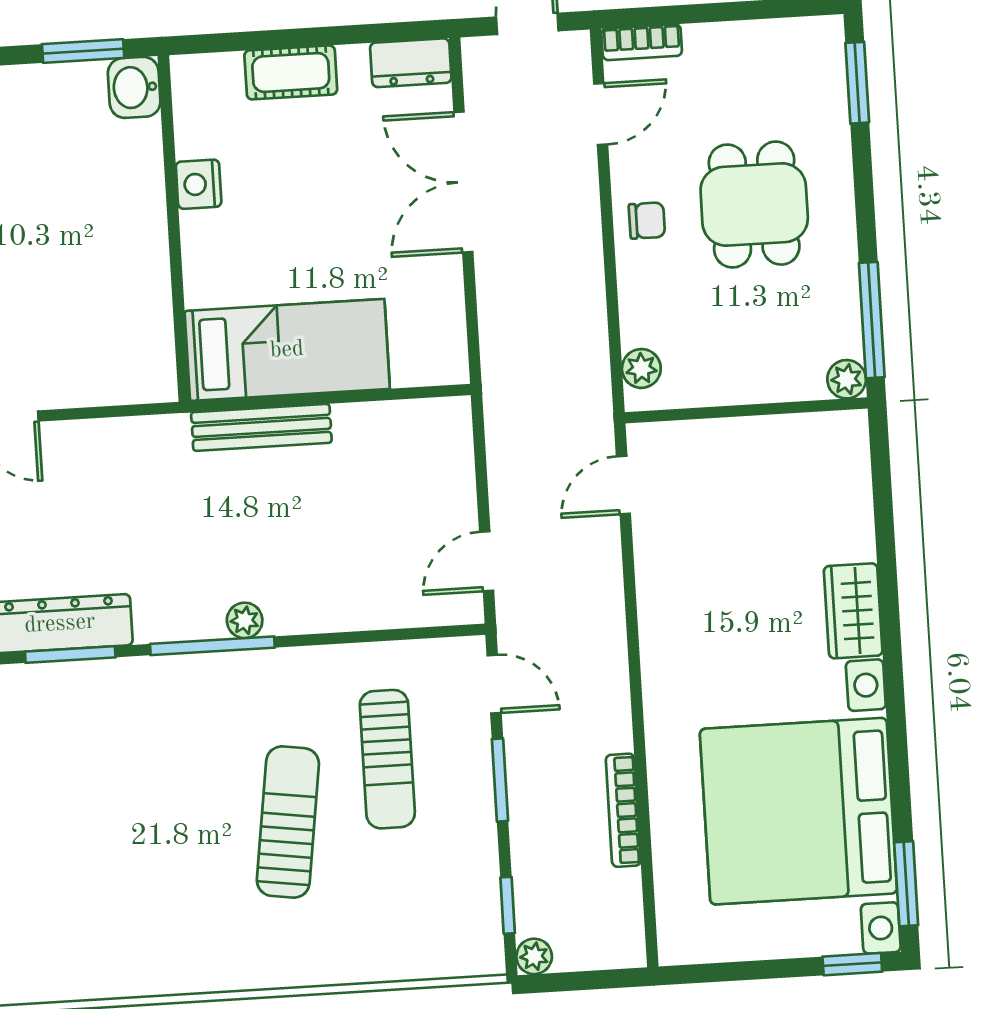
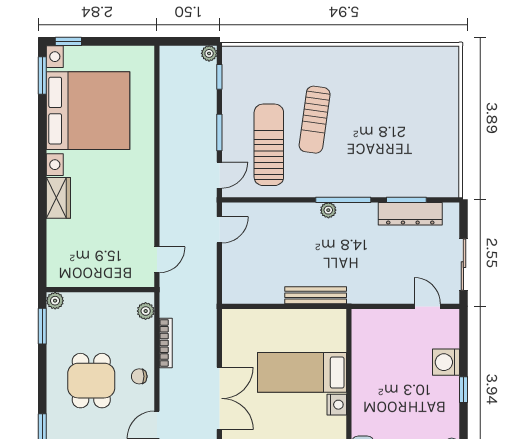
window: (872, 320) -> (42, 326), width x0.69
bed: (287, 350) -> (302, 372), moved
door: (494, 684) -> (219, 175), swing flipped
sun lounger: (387, 759) -> (269, 145), width x1.36, depth x1.34
bookcase: (623, 810) -> (166, 343), moved

